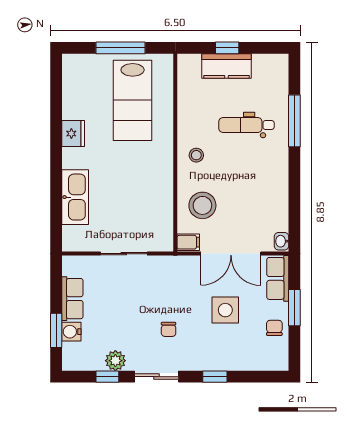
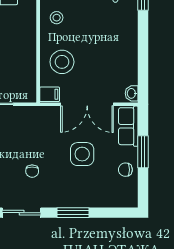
chair: (274, 328) -> (125, 170), turned -90
window: (215, 377) -> (73, 213), width x1.50

